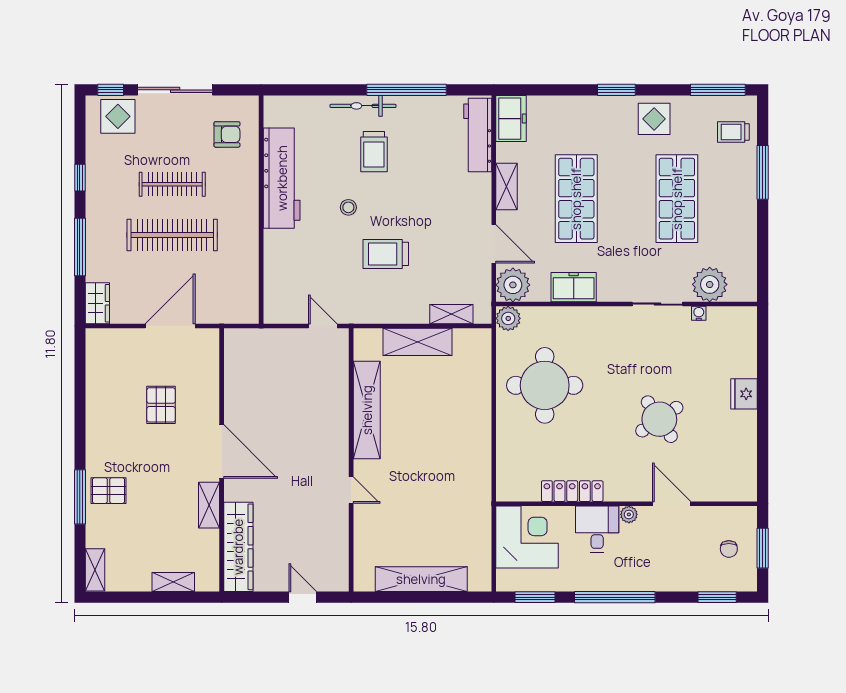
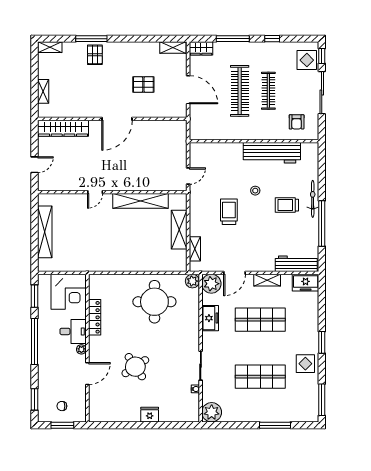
trolley: (733, 132) -> (298, 409), removed
plant: (710, 284) -> (212, 412), moved
shelving: (209, 505) -> (173, 48), moved

